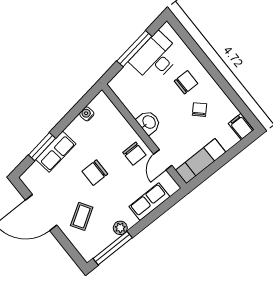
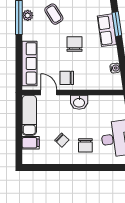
filing cabinet: (241, 127) -> (31, 143), moved
row of seats: (149, 202) -> (29, 63), width x1.48
plant: (120, 228) -> (28, 15), moved

